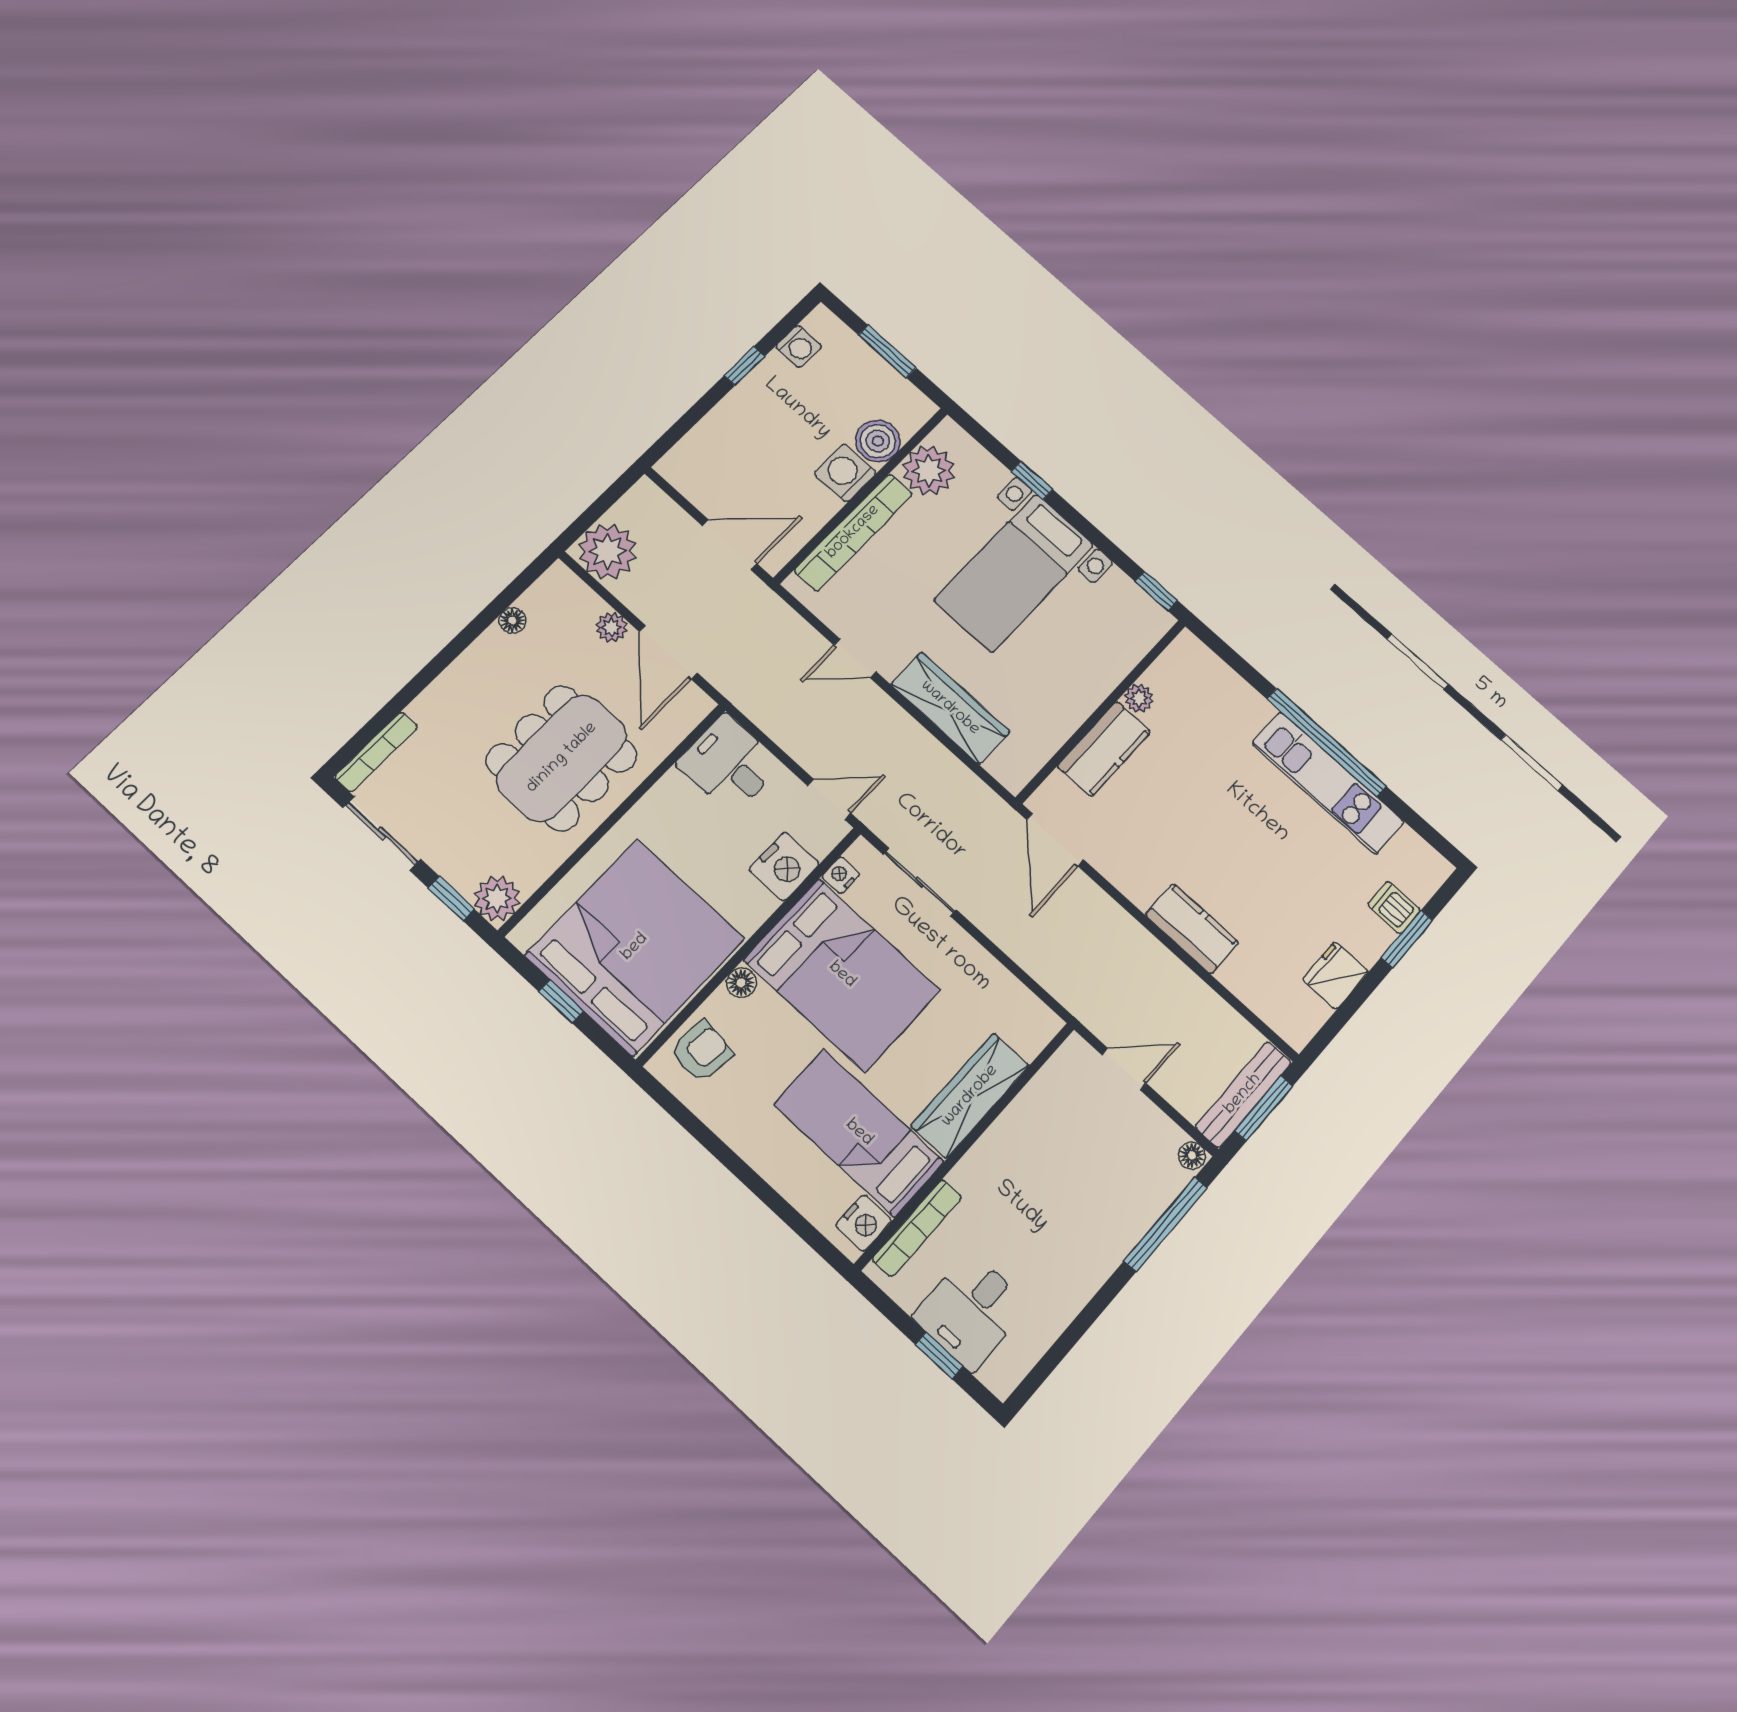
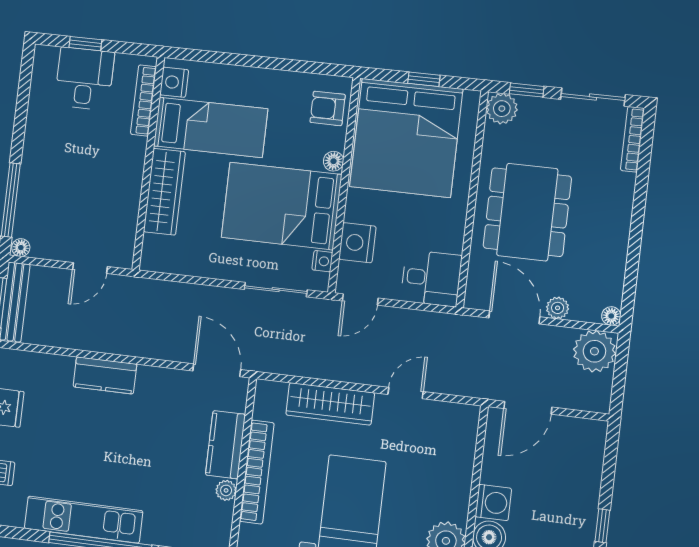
bookcase: (853, 532) -> (257, 472), moved, turned 180
floor lamp: (513, 621) -> (611, 316), moved
armchair: (701, 1051) -> (328, 108), turned 83

